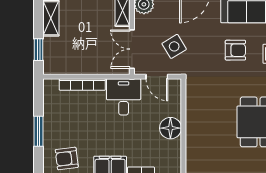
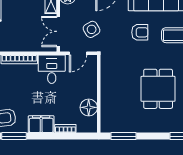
door: (157, 77) -> (78, 53), hinge flipped
floor lamp: (170, 128) -> (89, 107), moved

